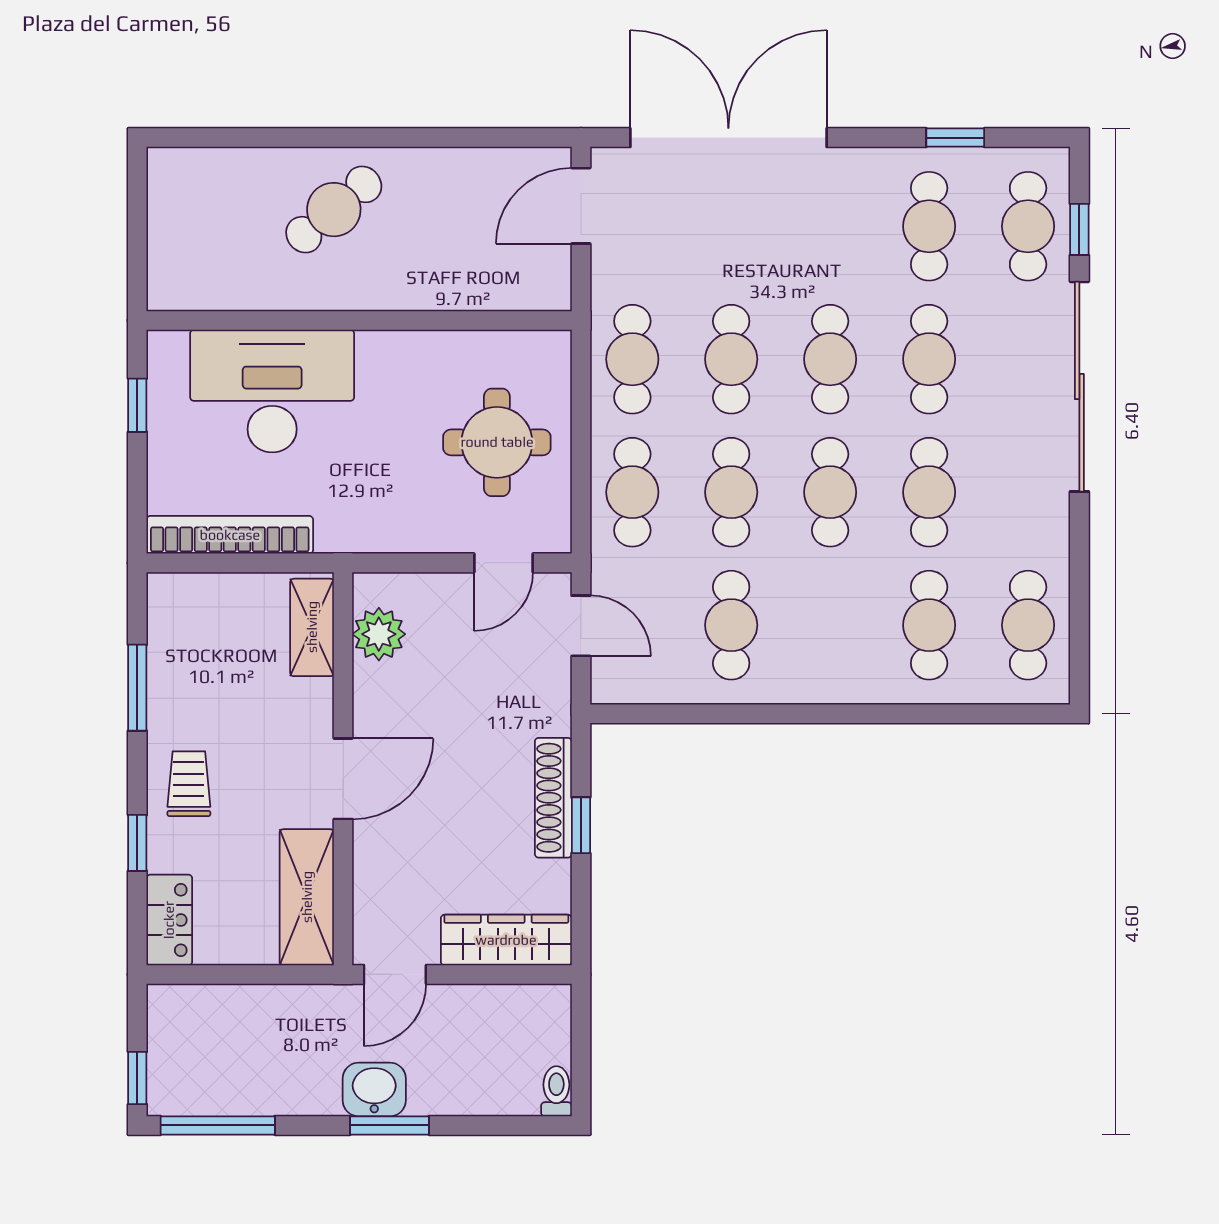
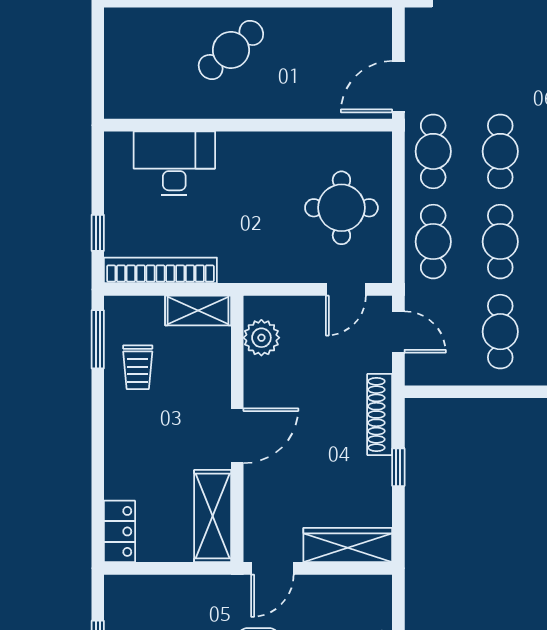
door: (581, 206) -> (398, 87), moved
desk: (272, 391) -> (174, 163), width x0.73, depth x0.77
window: (137, 405) -> (98, 233), moved
shelving: (312, 627) -> (198, 310), moved, turned 90
window: (137, 688) -> (98, 339), moved
trolley: (189, 784) -> (138, 367), moved, turned 180
shoe rack: (553, 798) -> (380, 414), moved
window: (137, 843) -> (98, 479), removed

